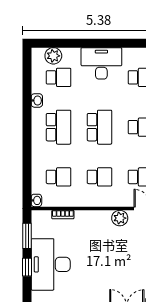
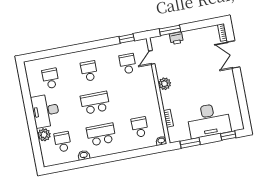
plant: (53, 56) -> (44, 135), moved
school desk: (99, 177) -> (134, 95), removed
plant: (120, 218) -> (165, 84), moved
window: (27, 267) -> (228, 136), moved

